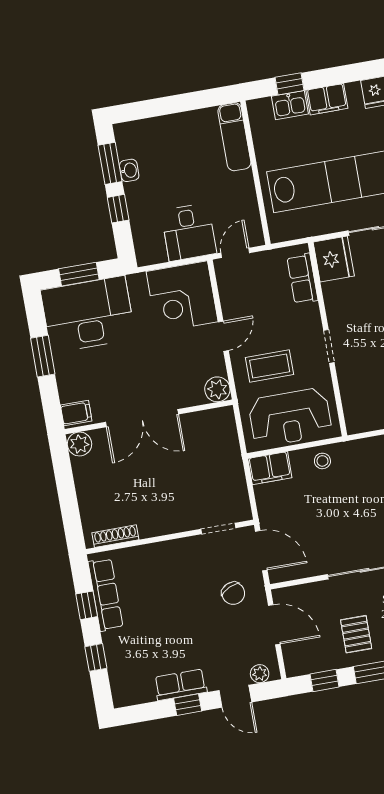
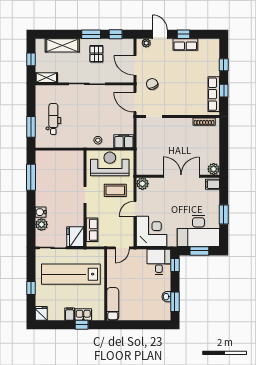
filing cabinet: (327, 99) -> (70, 314), width x0.50
window: (118, 209) -> (175, 265), moved
desk: (189, 232) -> (159, 262), moved

